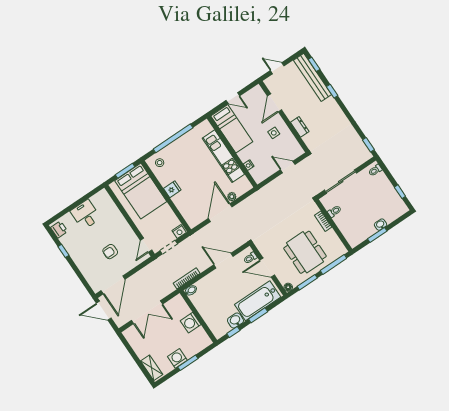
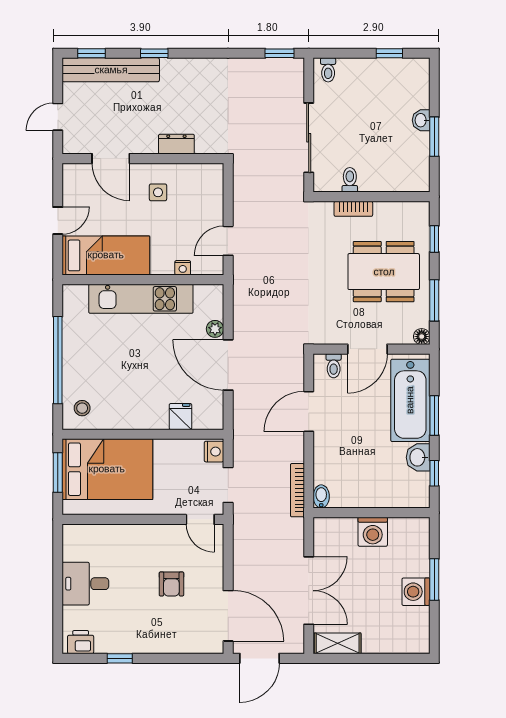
door: (288, 167) -> (228, 241), moved
fridge: (172, 189) -> (180, 417), moved
window: (334, 264) -> (434, 239), width x0.46
shelving: (152, 368) -> (338, 643), moved

